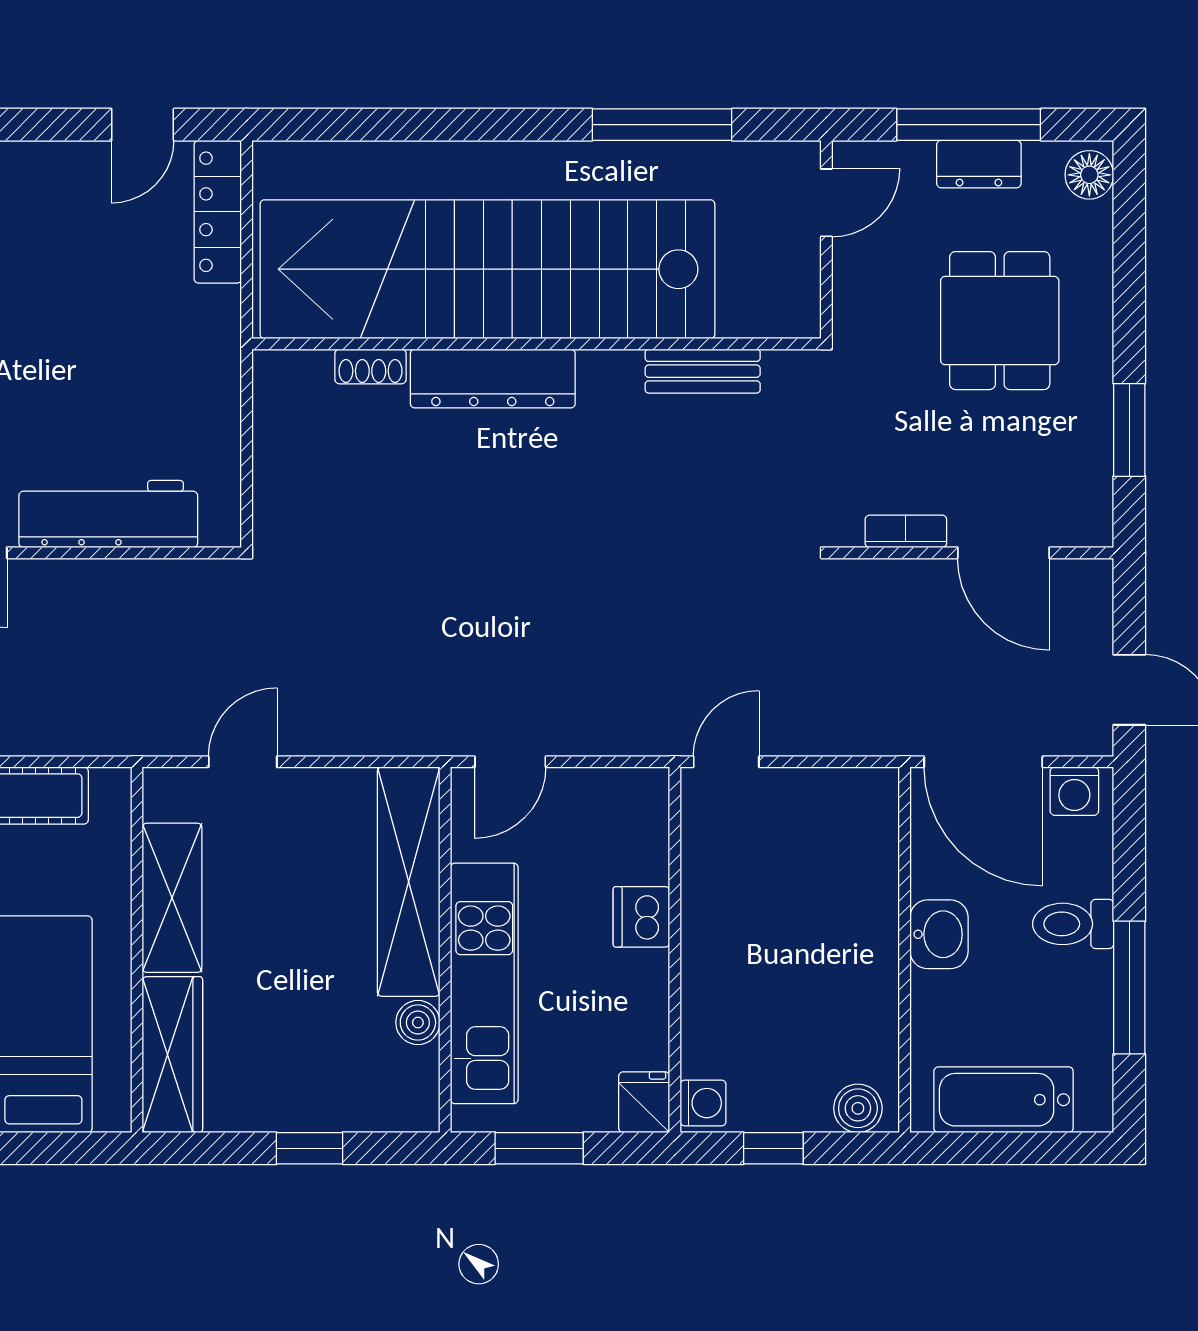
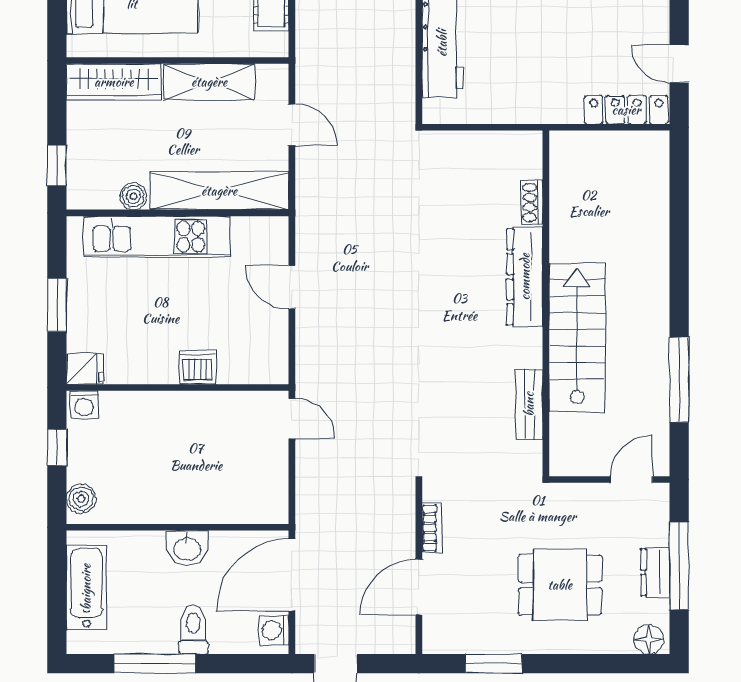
door: (826, 203) -> (632, 480), swing flipped
stairs: (487, 269) -> (577, 337), width x0.54, depth x0.66
shelving: (409, 882) -> (219, 191), moved
wall: (445, 950) -> (178, 213), moved
kitchen unit: (484, 983) -> (157, 237), moved
boiler: (418, 1022) -> (133, 196), moved

